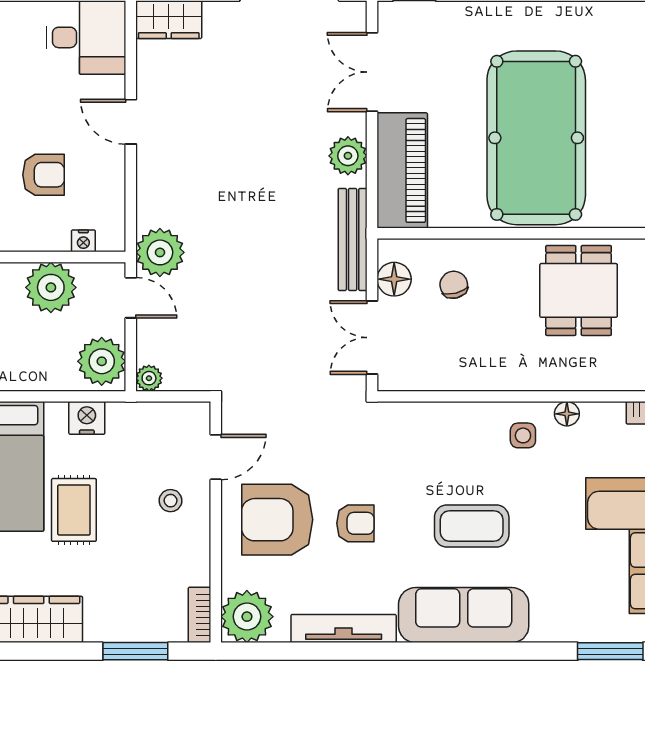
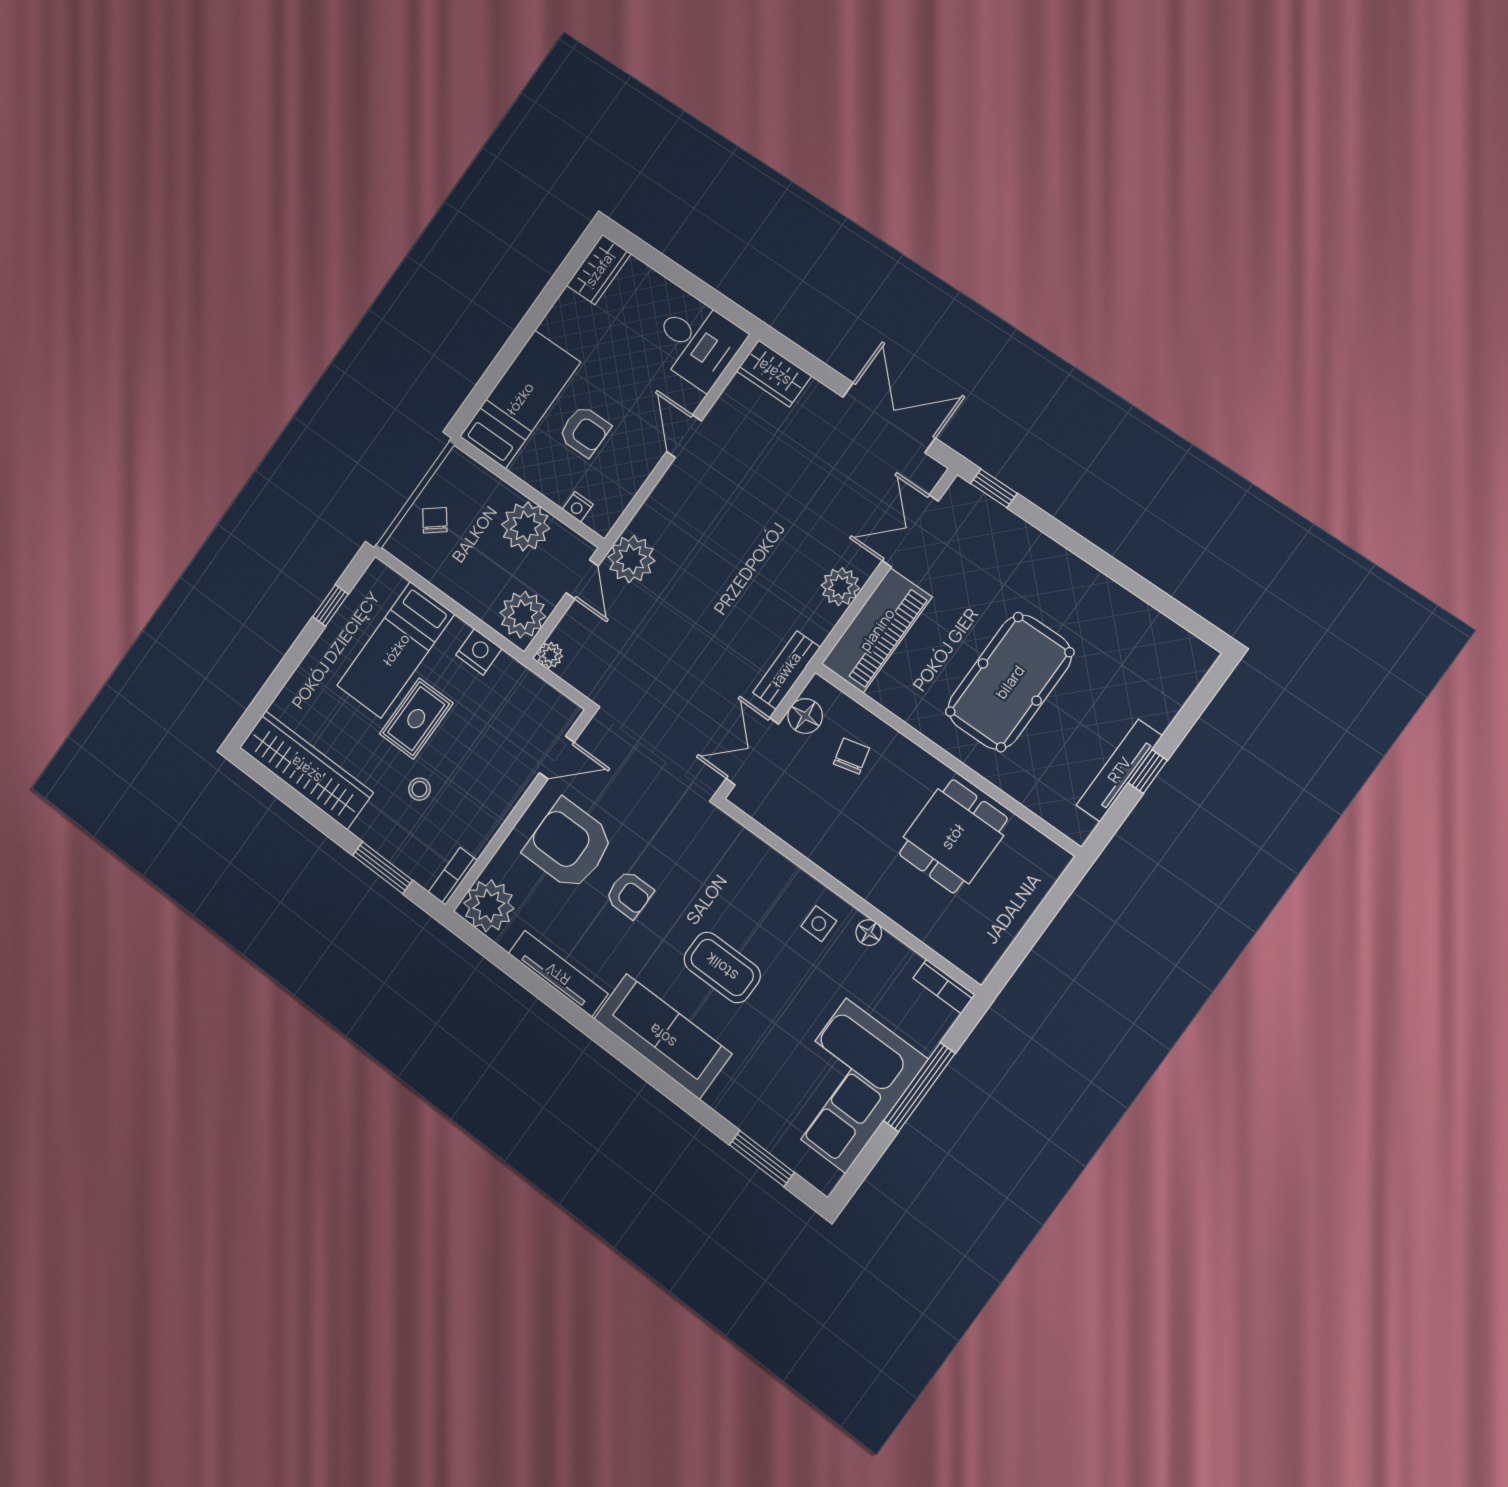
pool table: (536, 138) -> (1010, 682), width x0.73, depth x0.76
bench: (353, 239) -> (786, 670), width x0.73
stool: (171, 501) -> (419, 789), moved

